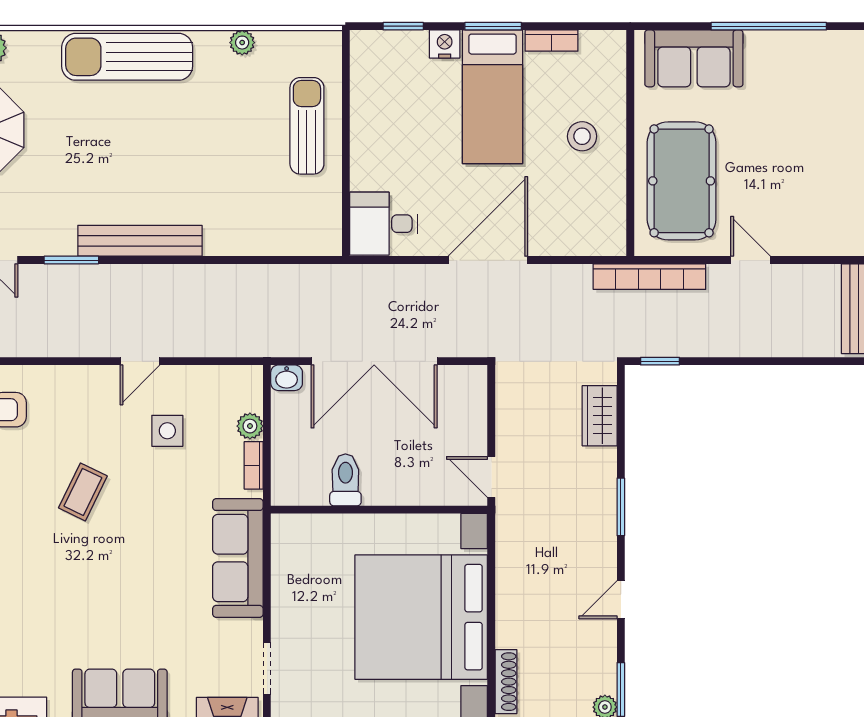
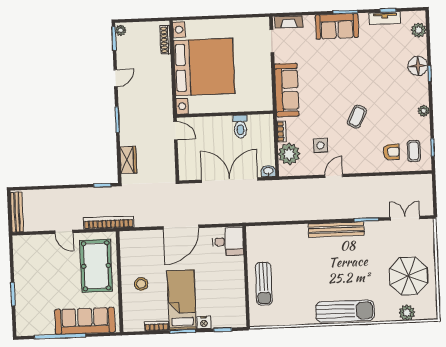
plant: (242, 43) -> (294, 320), removed
sofa: (694, 58) -> (85, 321), width x1.36
plant: (250, 426) -> (289, 154), width x1.88, depth x1.88

